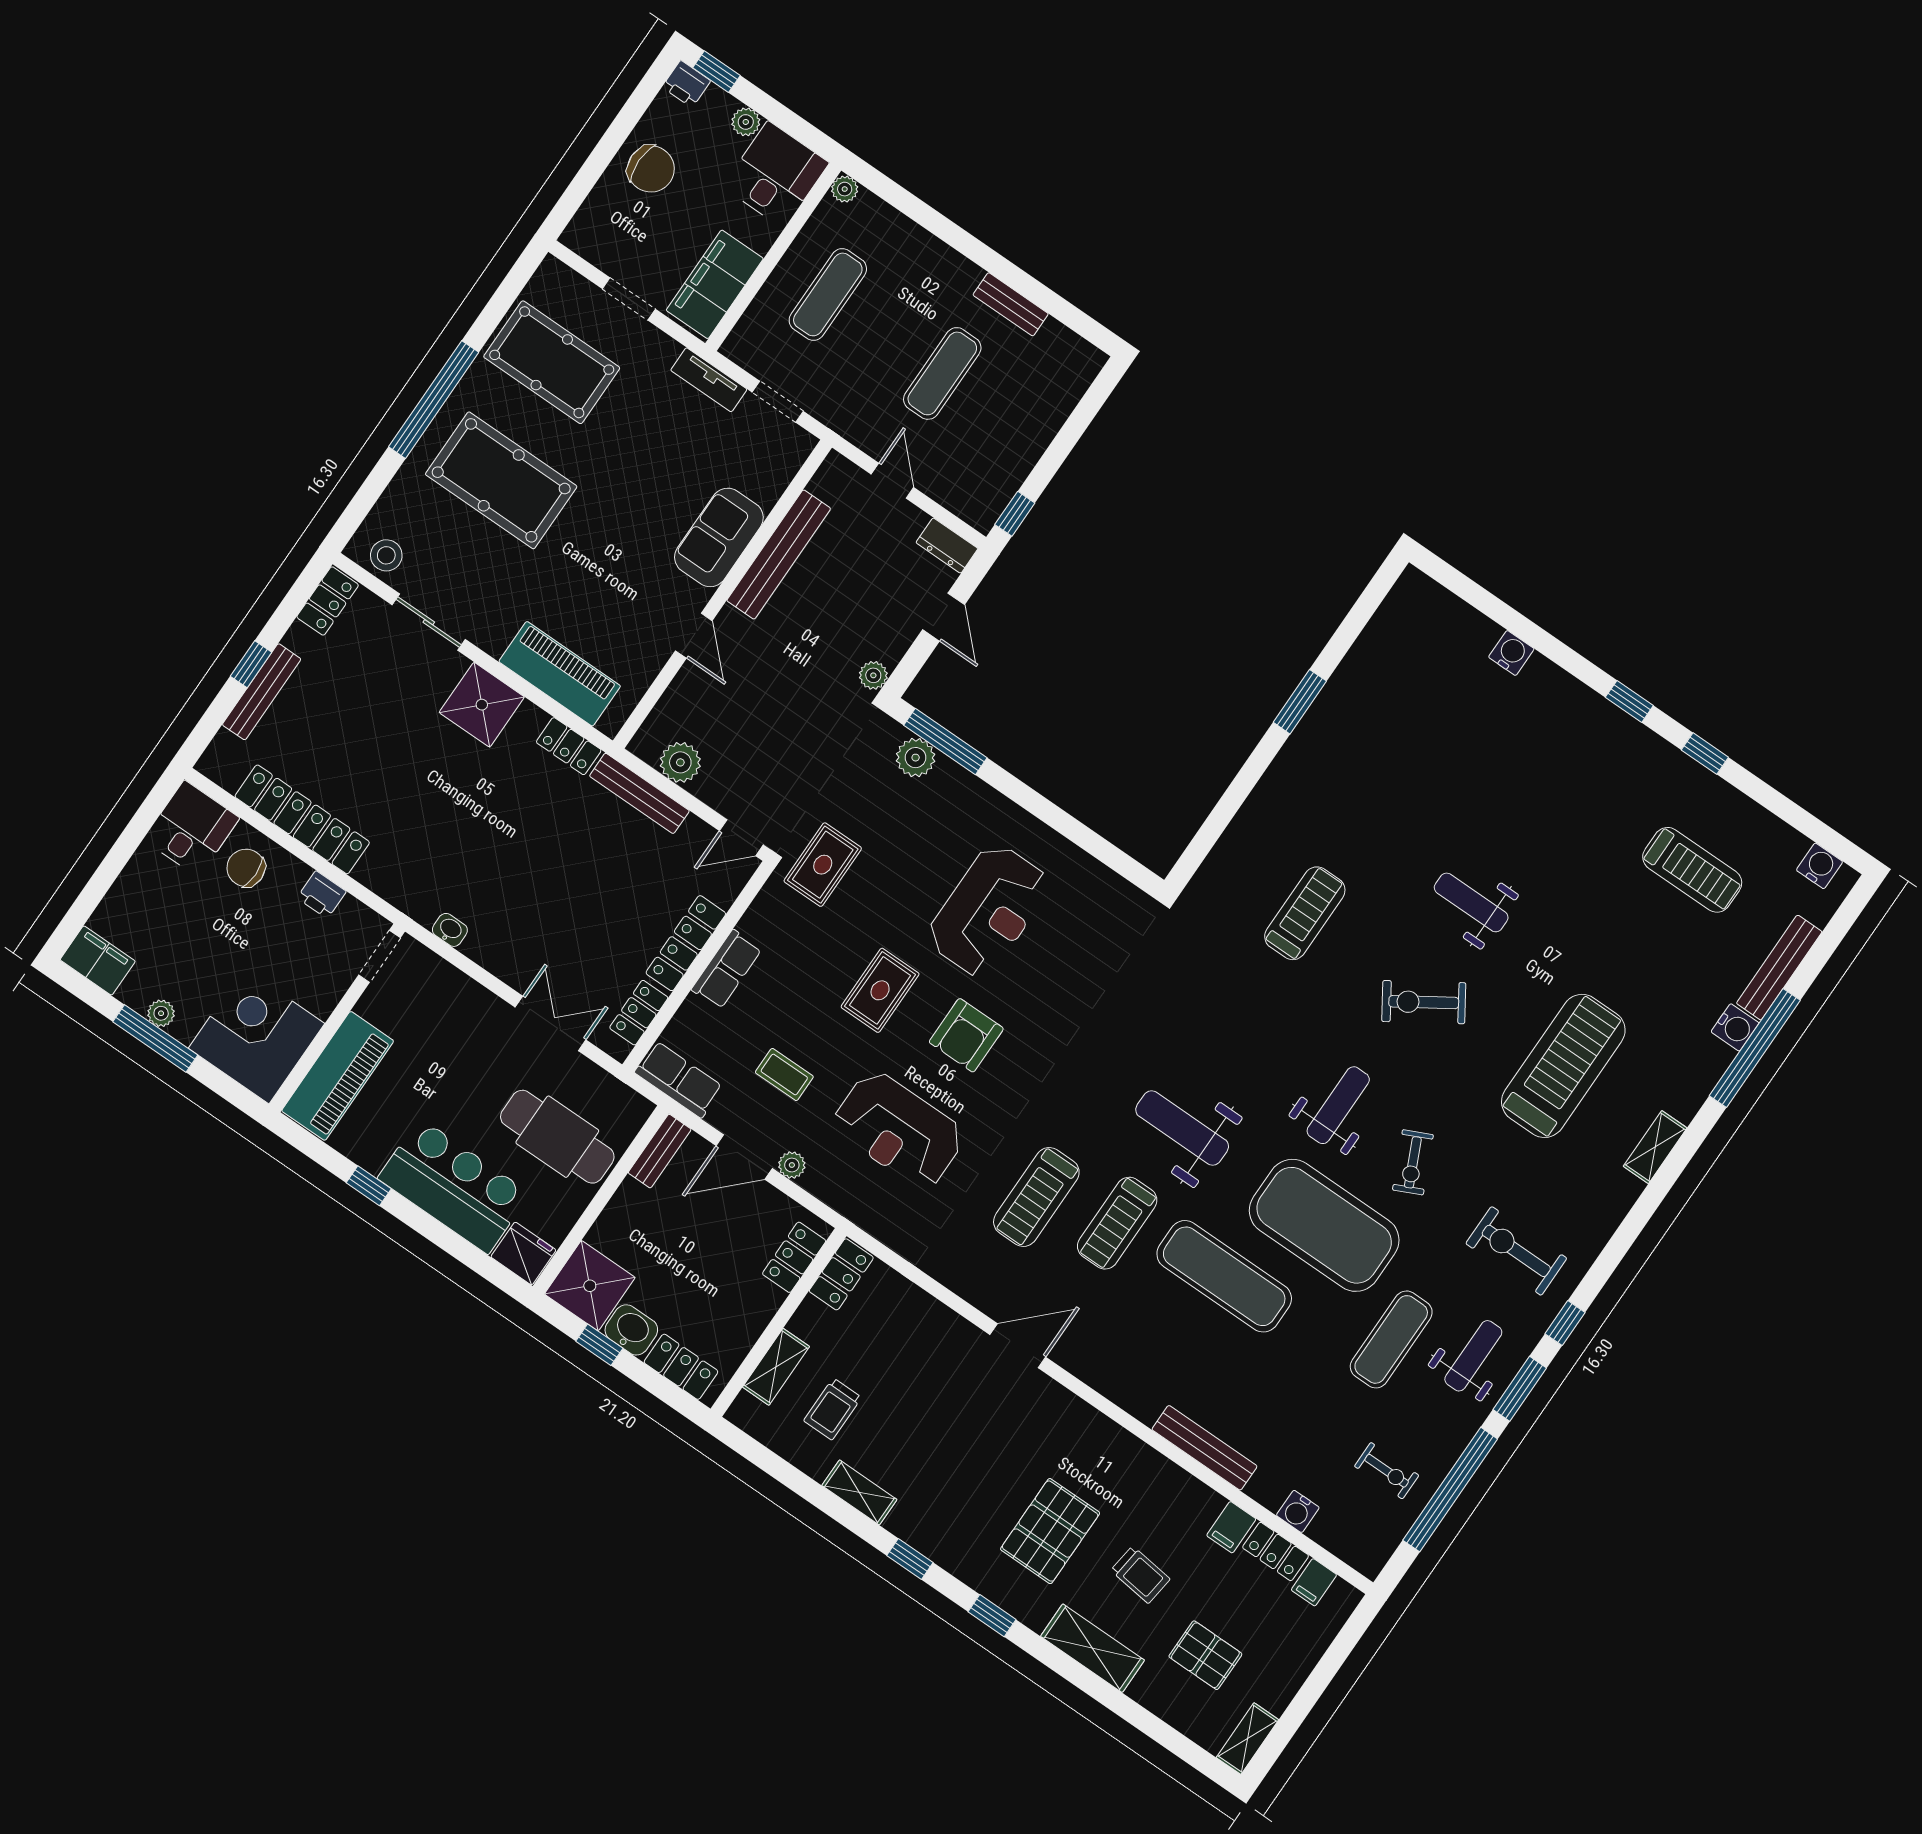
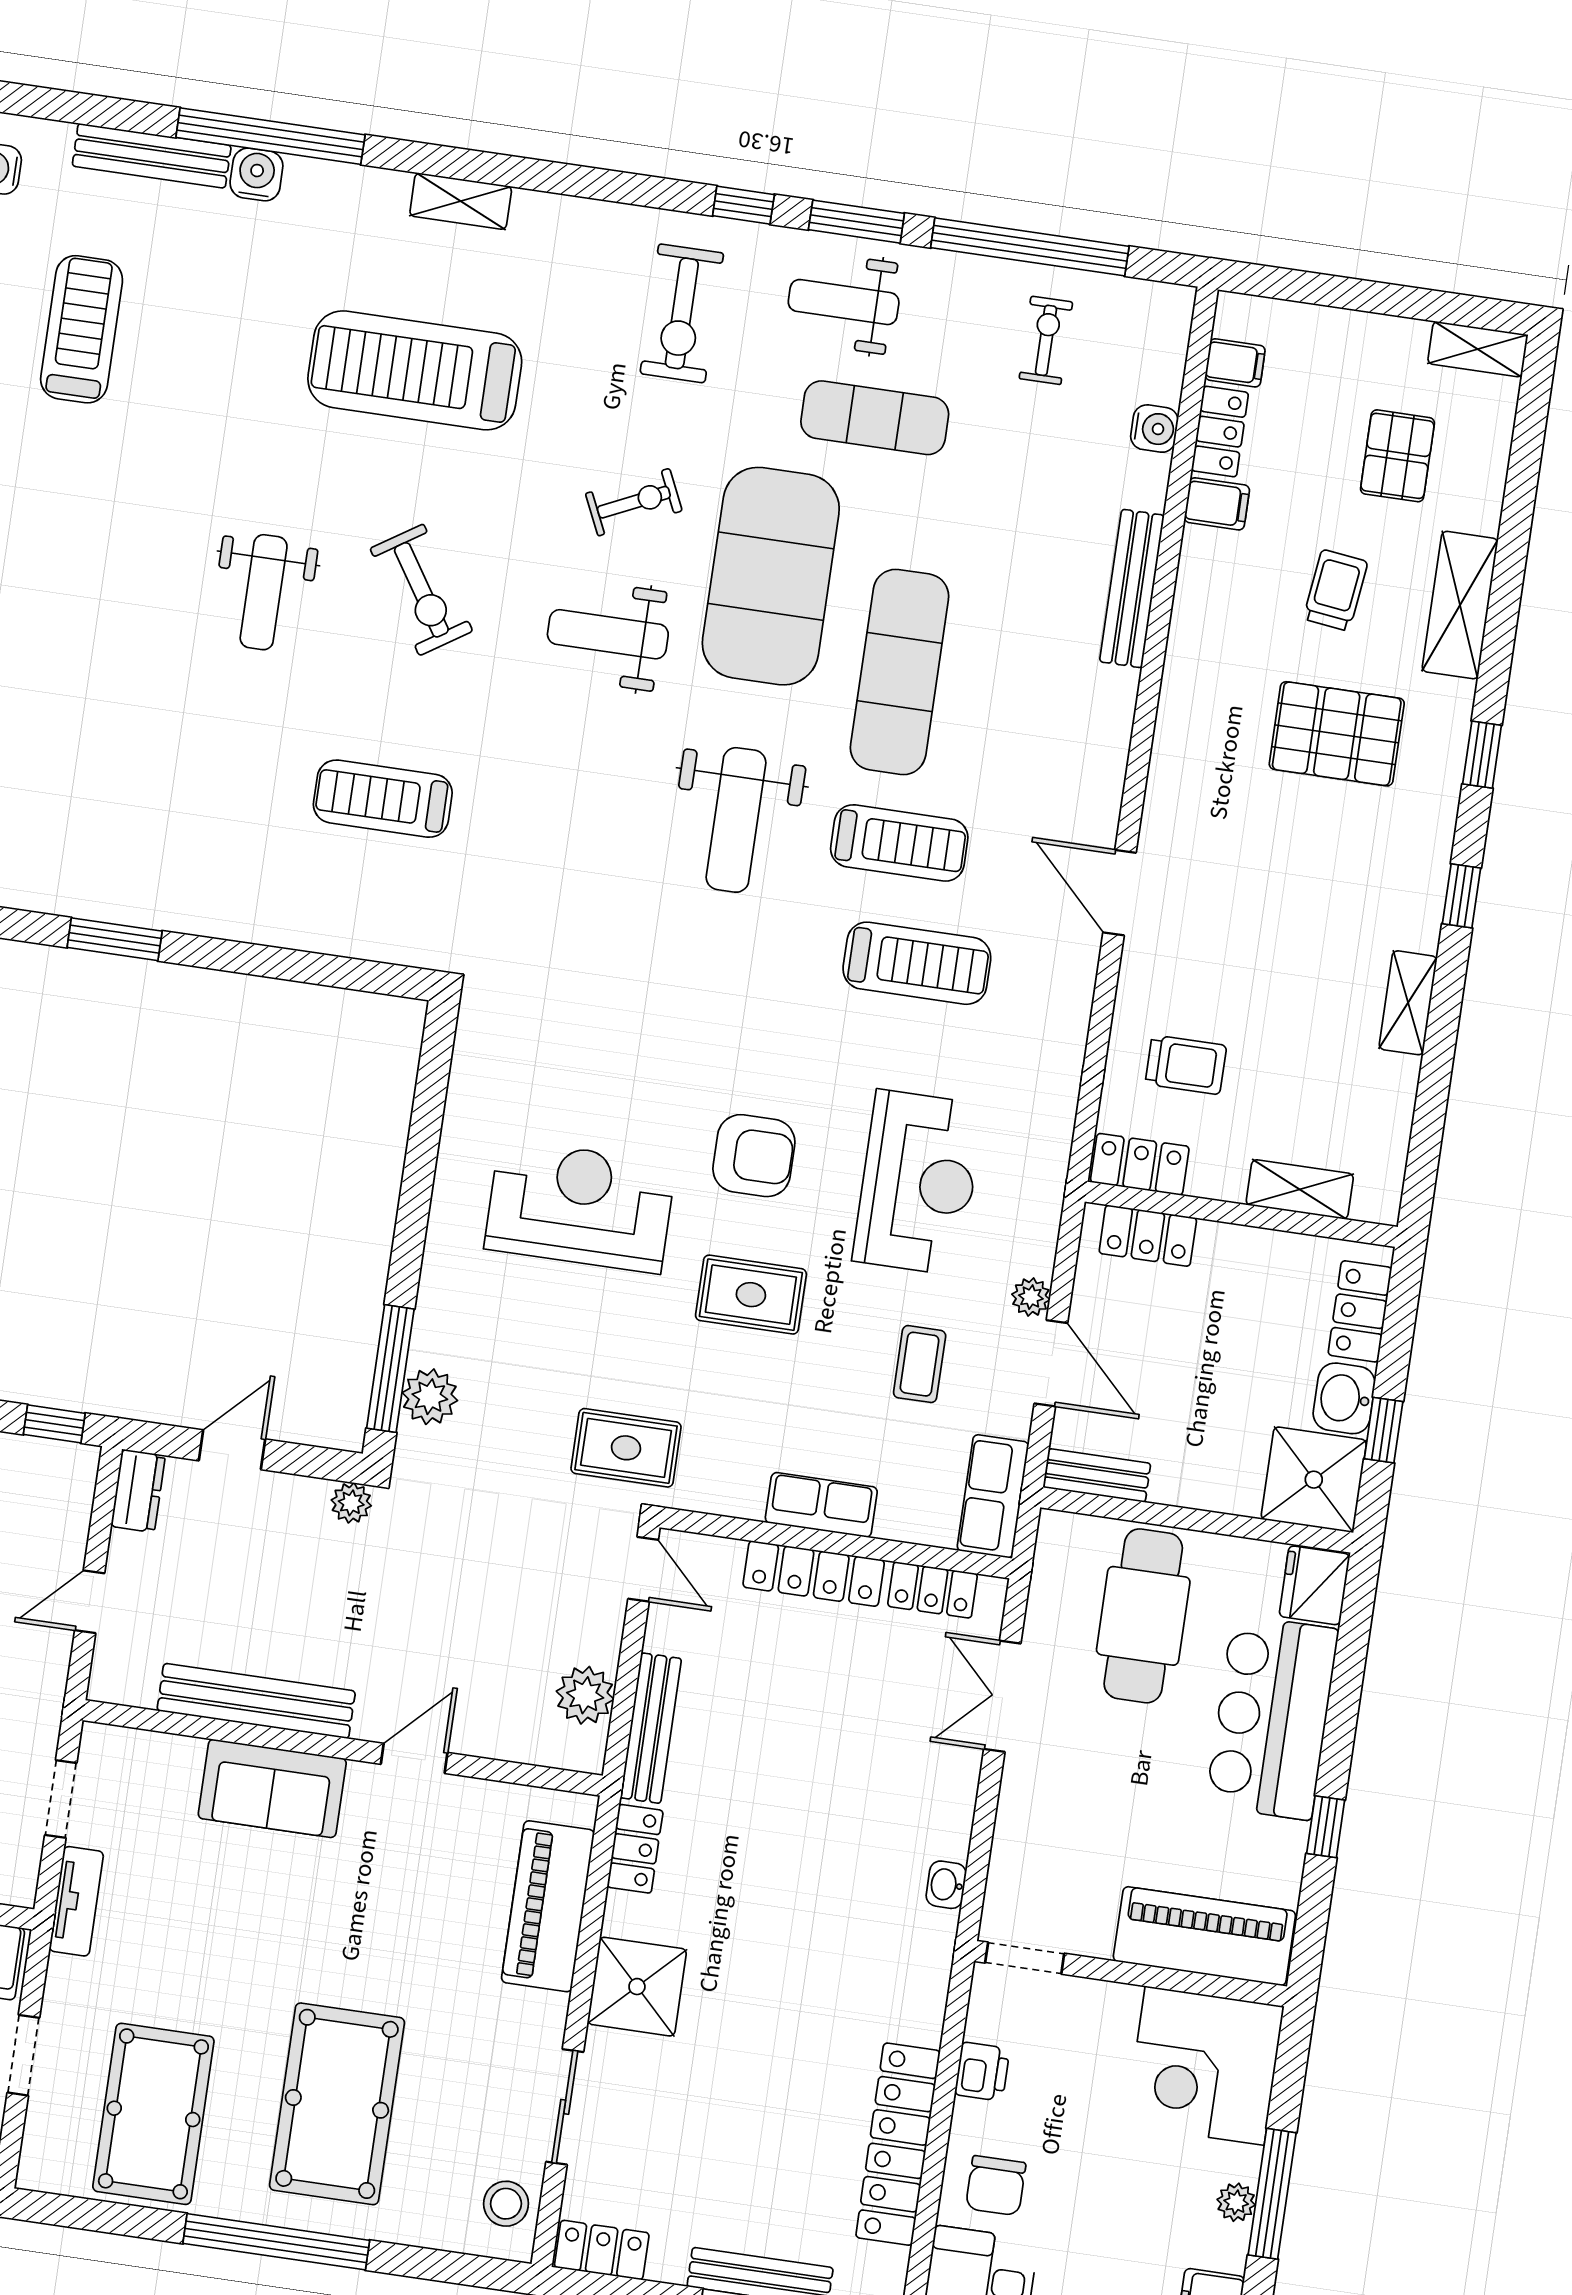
trolley: (833, 1409) -> (1186, 1065), moved

